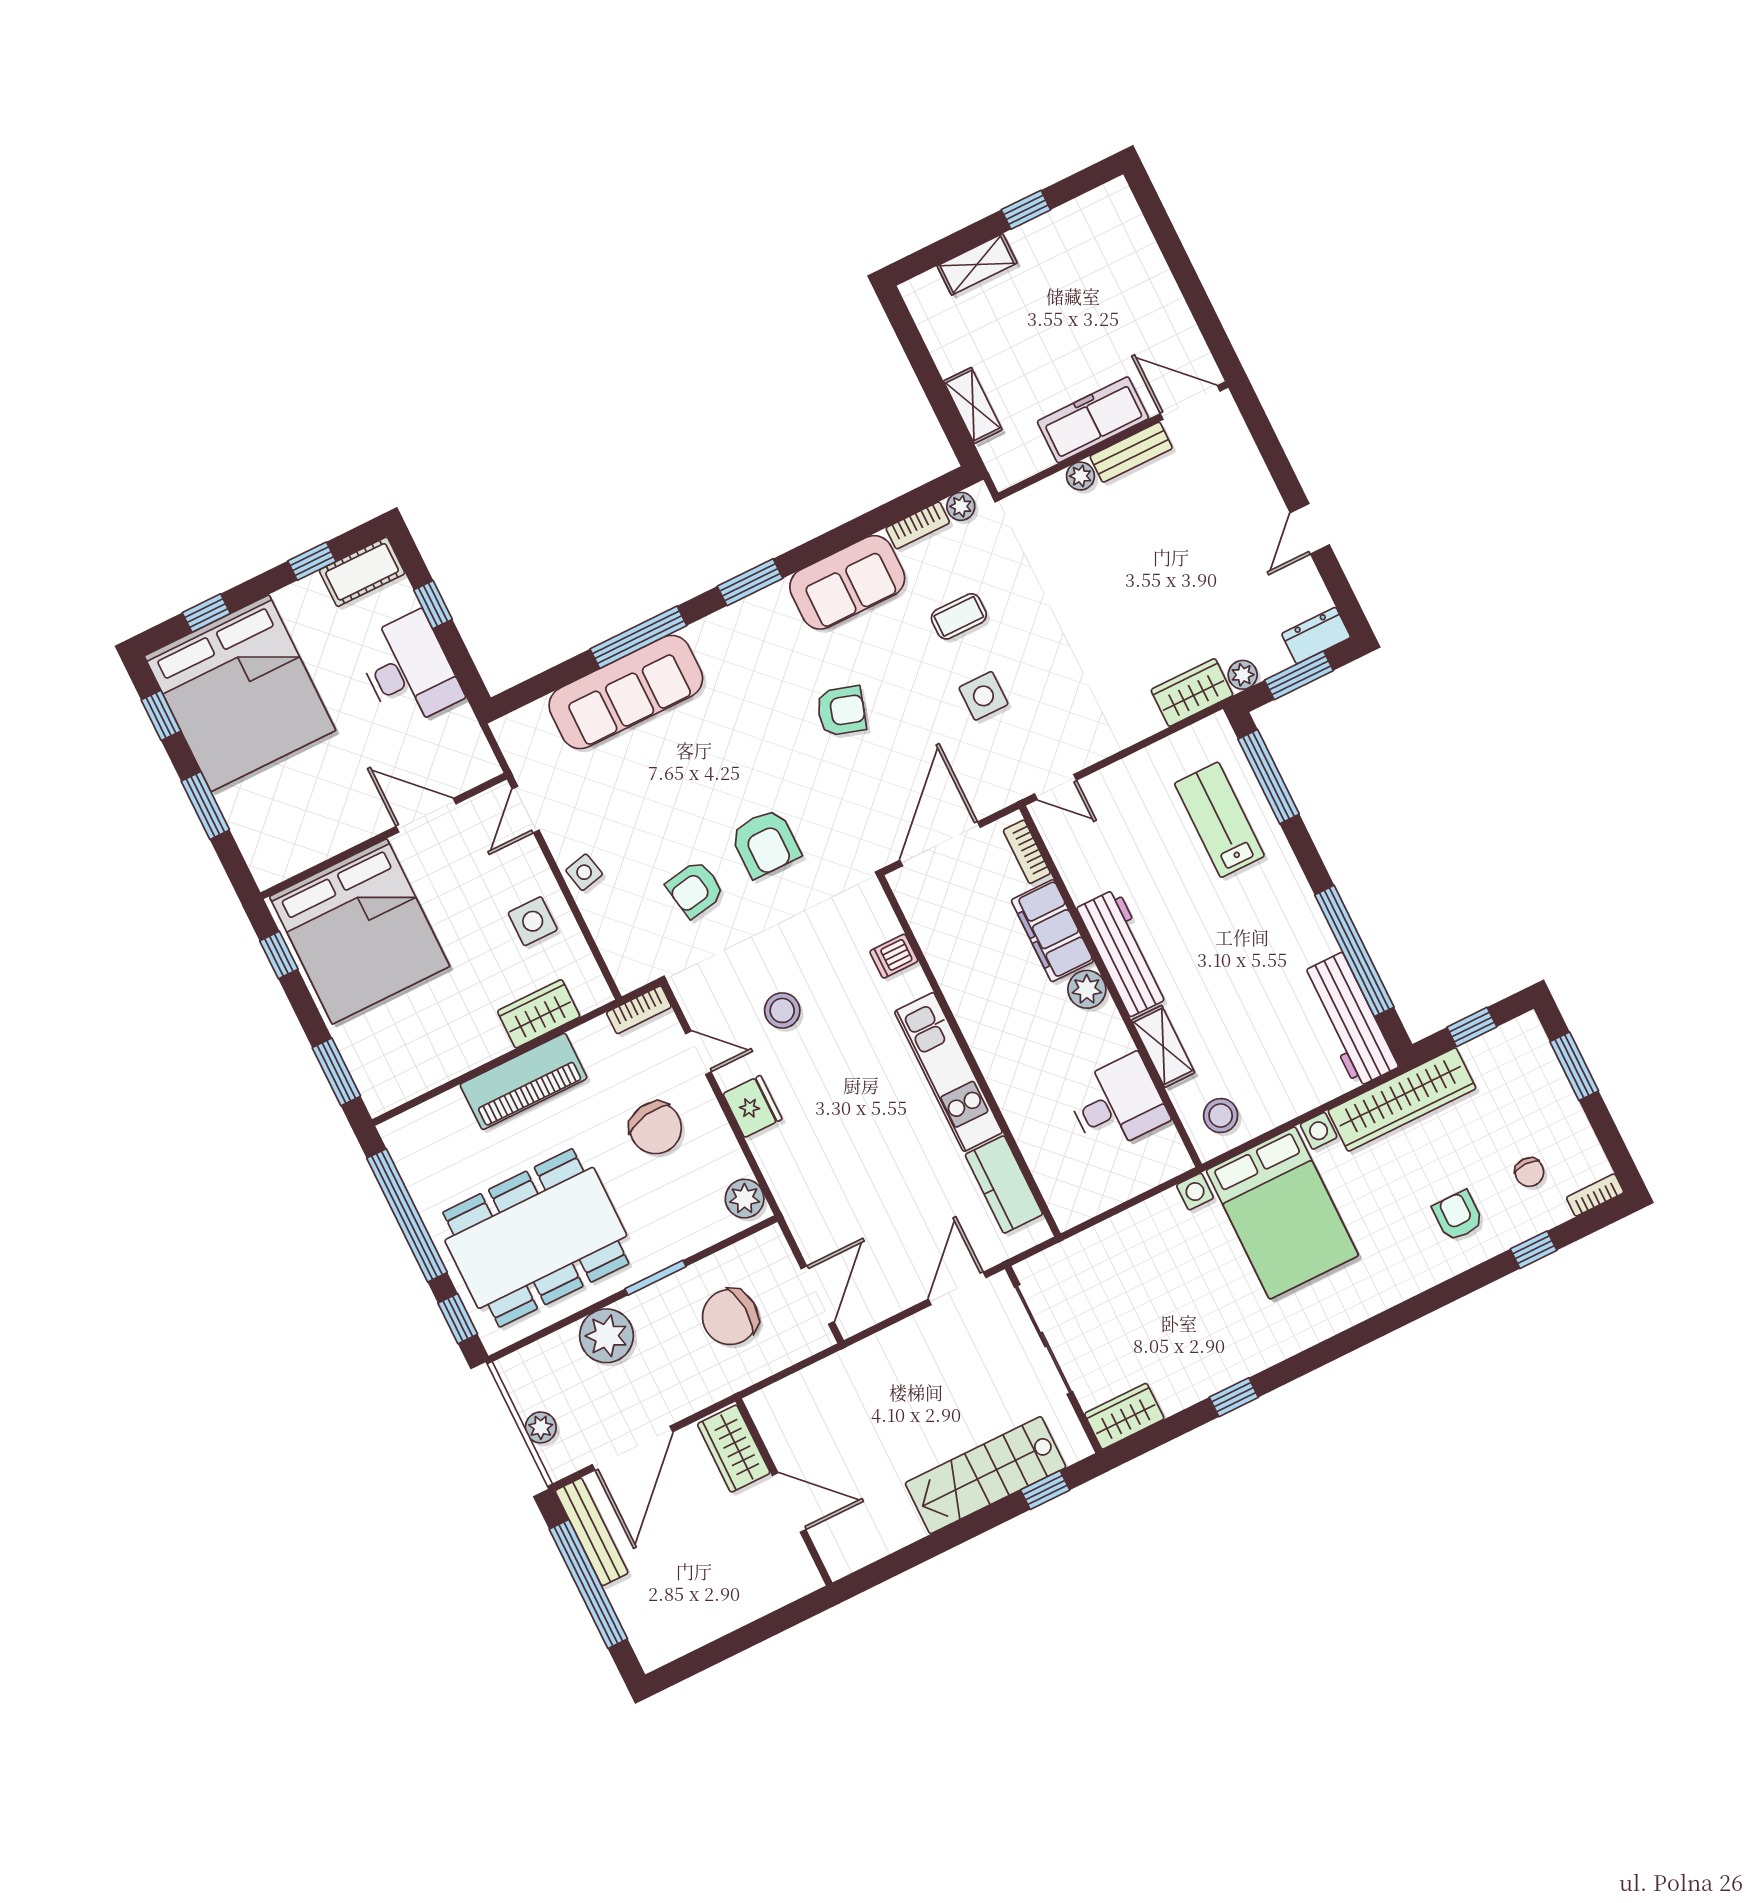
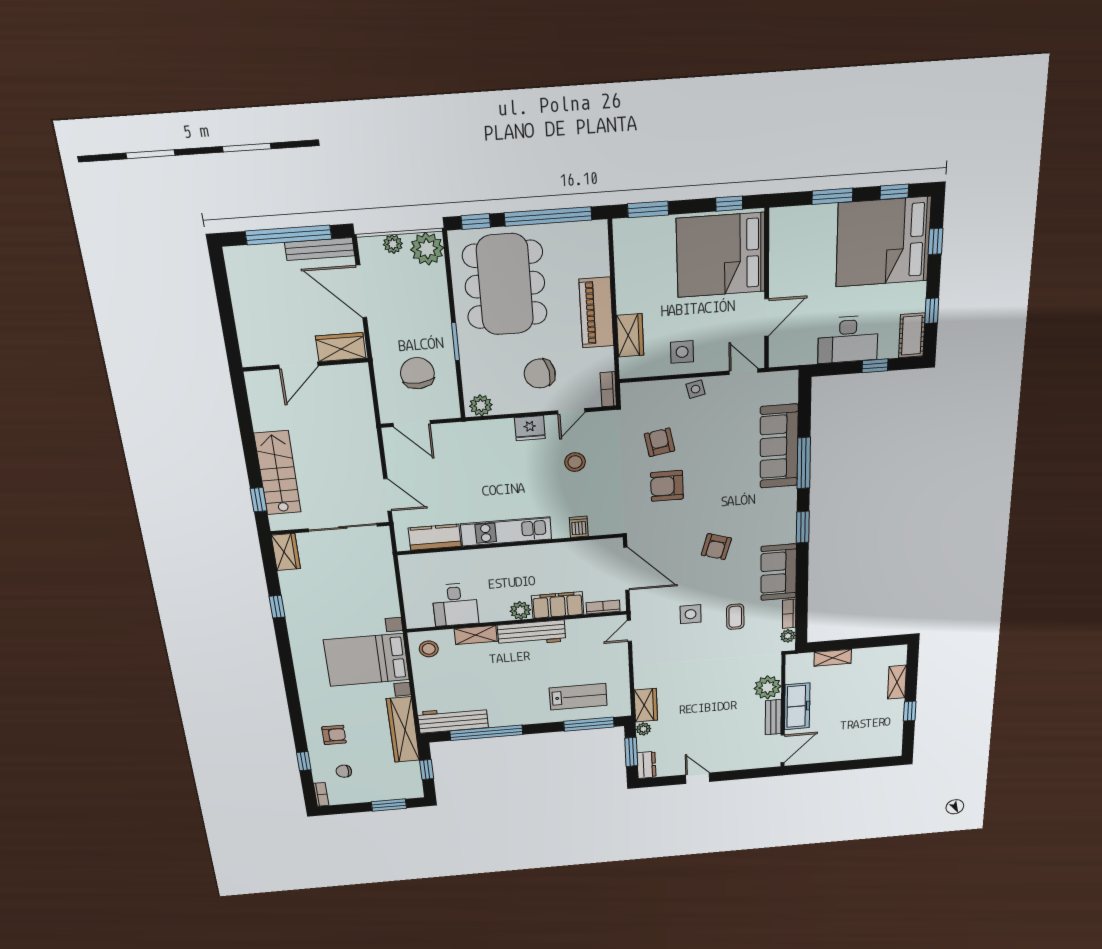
plant: (1080, 476) -> (768, 687), width x1.87, depth x1.87
plant: (606, 1336) -> (427, 249), moved

